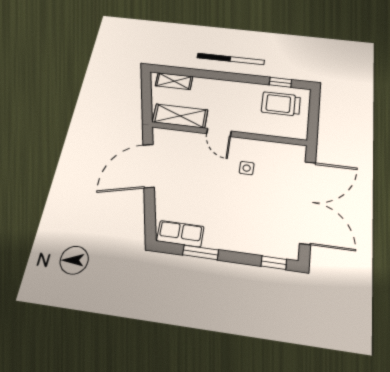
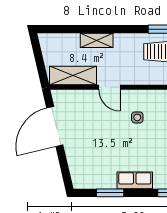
shelving: (174, 81) -> (97, 40), moved
row of seats: (180, 234) -> (135, 180), moved

